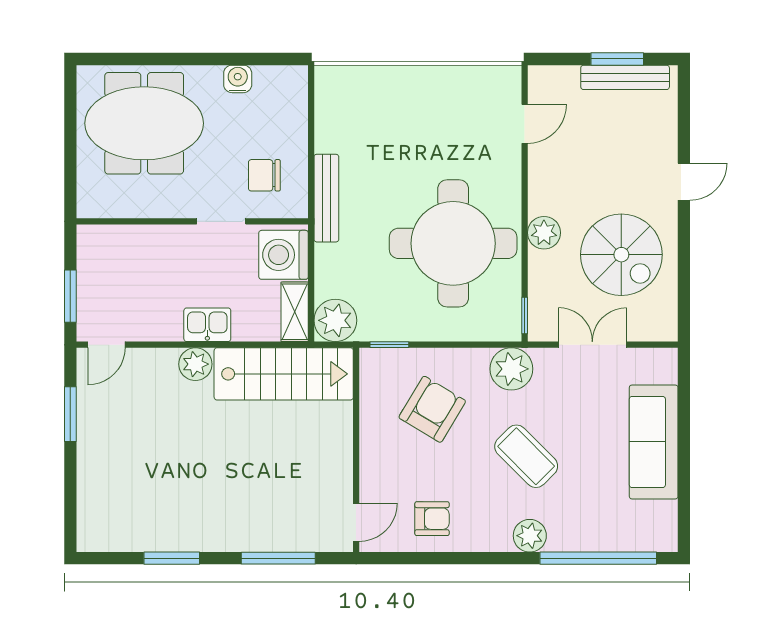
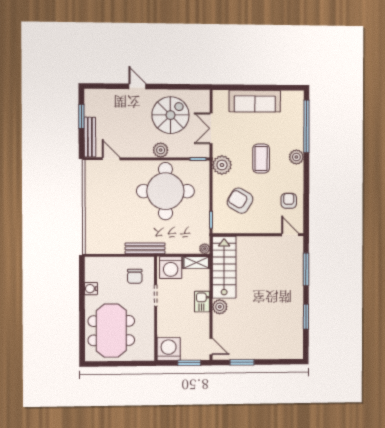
bench: (625, 77) -> (90, 137), moved
washing machine: (102, 250) -> (169, 349), added
plant: (335, 320) -> (205, 249), width x0.53, depth x0.53
coffee table: (526, 456) -> (261, 159), turned -45

